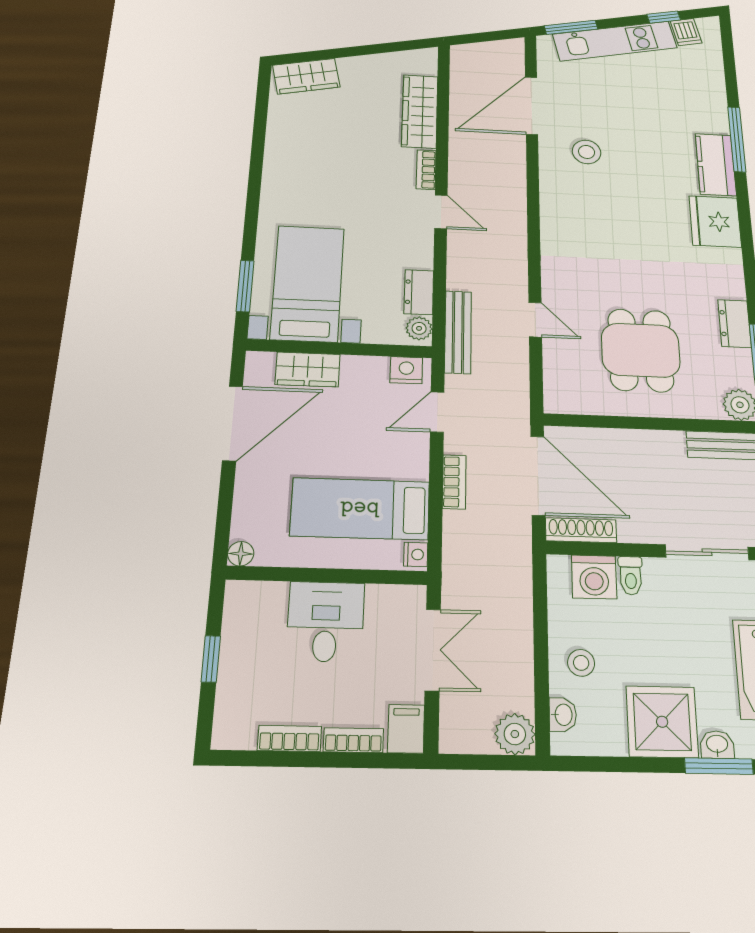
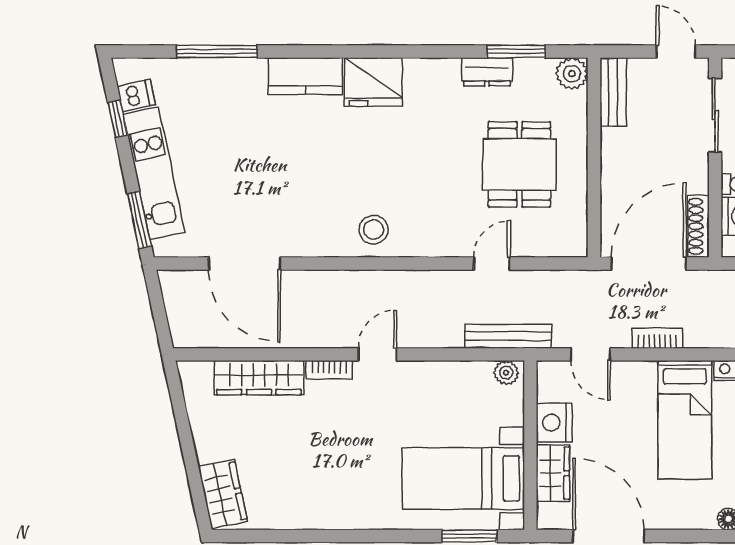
window: (737, 139) -> (217, 52), moved
stool: (587, 152) -> (374, 230), moved
dresser: (419, 292) -> (468, 374), removed
dining table: (641, 350) -> (519, 164), turned 90
nightstand: (406, 370) -> (554, 423), moved, width x1.36, depth x1.33

